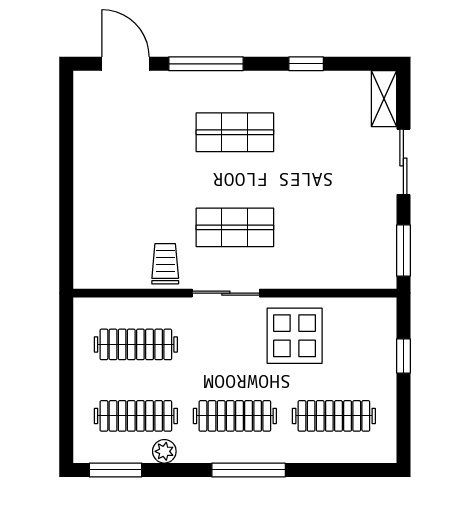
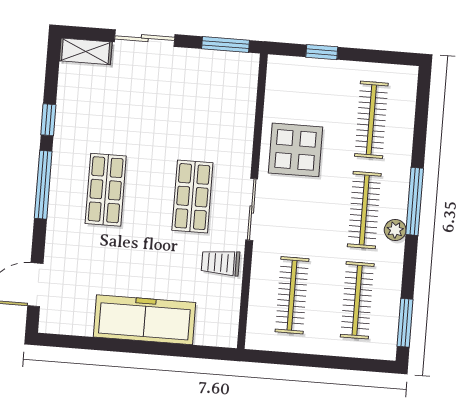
window: (206, 64) -> (43, 185), moved
freezer: (97, 186) -> (144, 320), added
plant: (164, 451) -> (395, 230), moved

